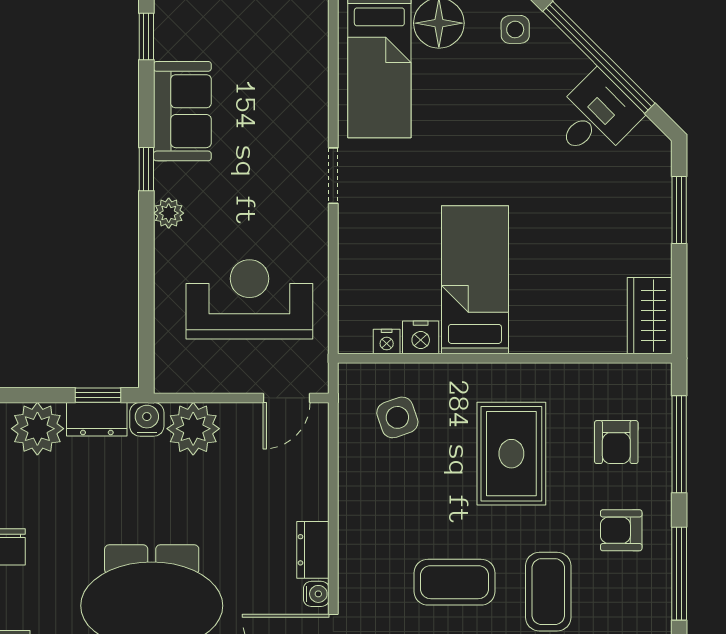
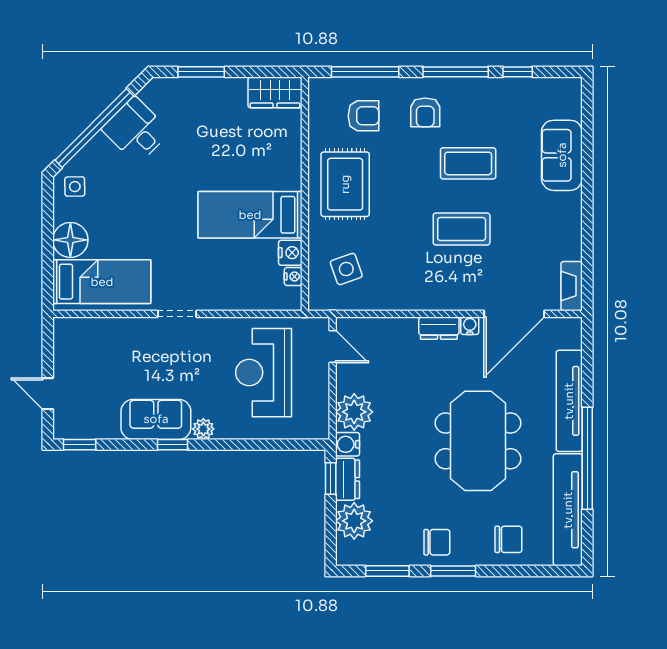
sofa: (182, 111) -> (156, 419), moved
rug: (511, 454) -> (345, 184), moved, turned 90
coffee table: (455, 582) -> (462, 229), turned 90

